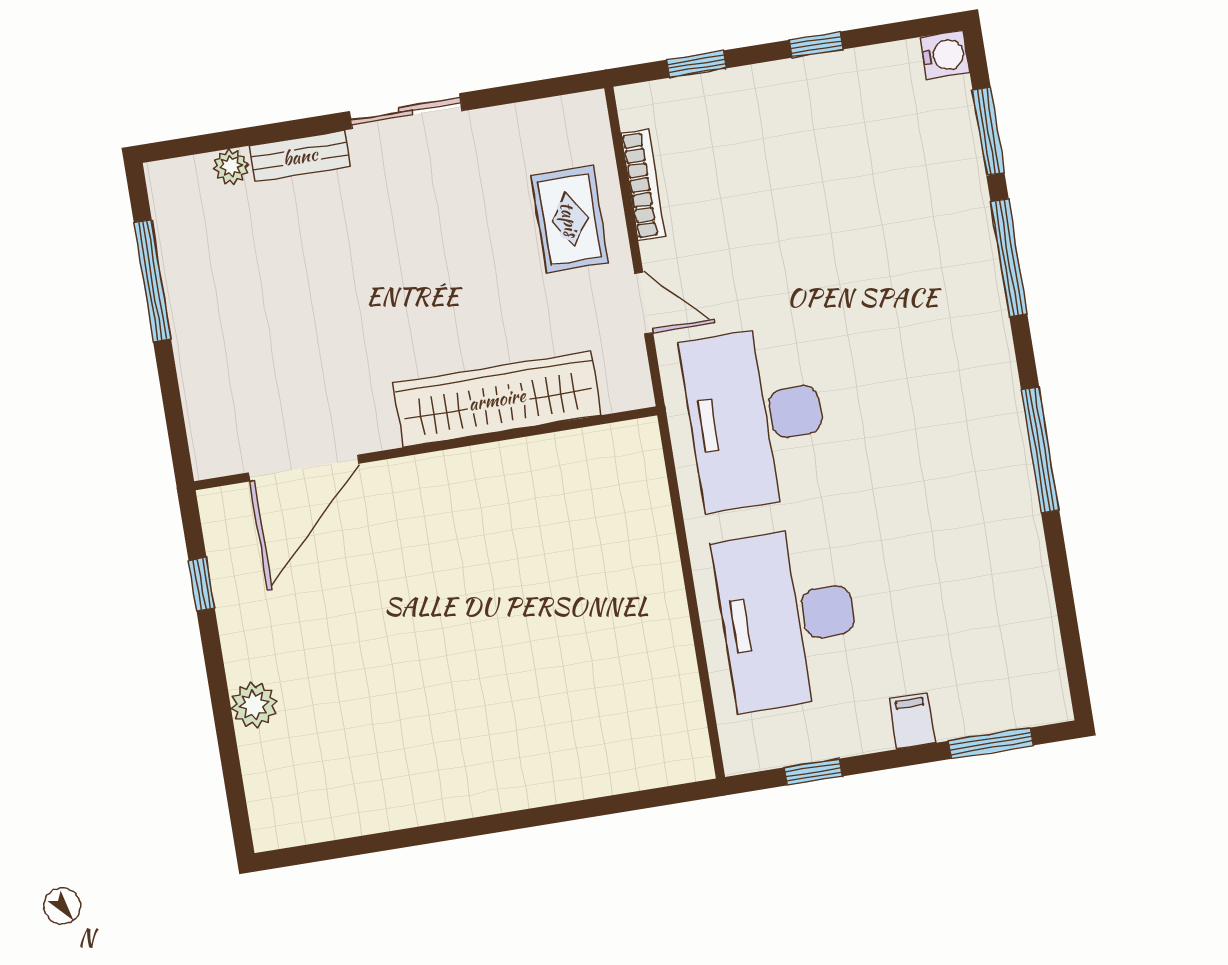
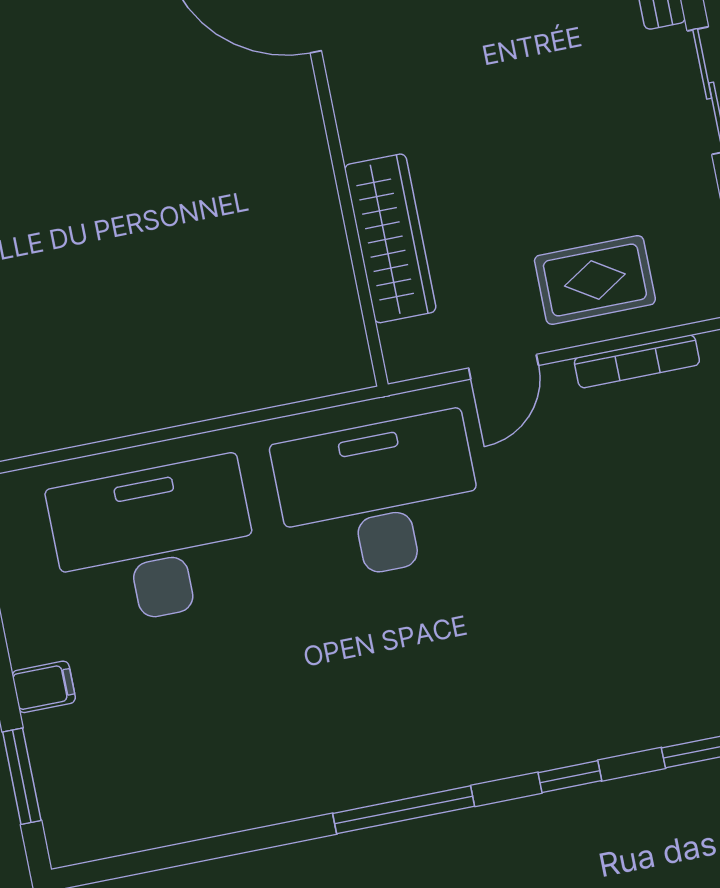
window: (1009, 258) -> (570, 777), width x0.46
wardrobe: (497, 399) -> (390, 238), width x0.71, depth x0.85
window: (1040, 450) -> (404, 810), moved

